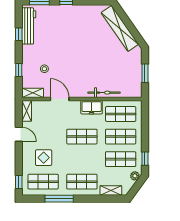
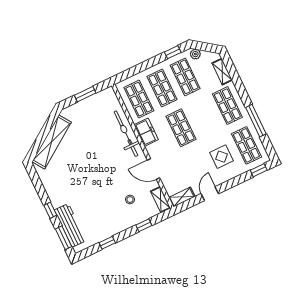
workbench: (29, 26) -> (70, 225), moved, turned 90
bicycle: (104, 93) -> (126, 134), width x1.37, depth x1.40
door: (60, 99) -> (153, 169), hinge flipped

